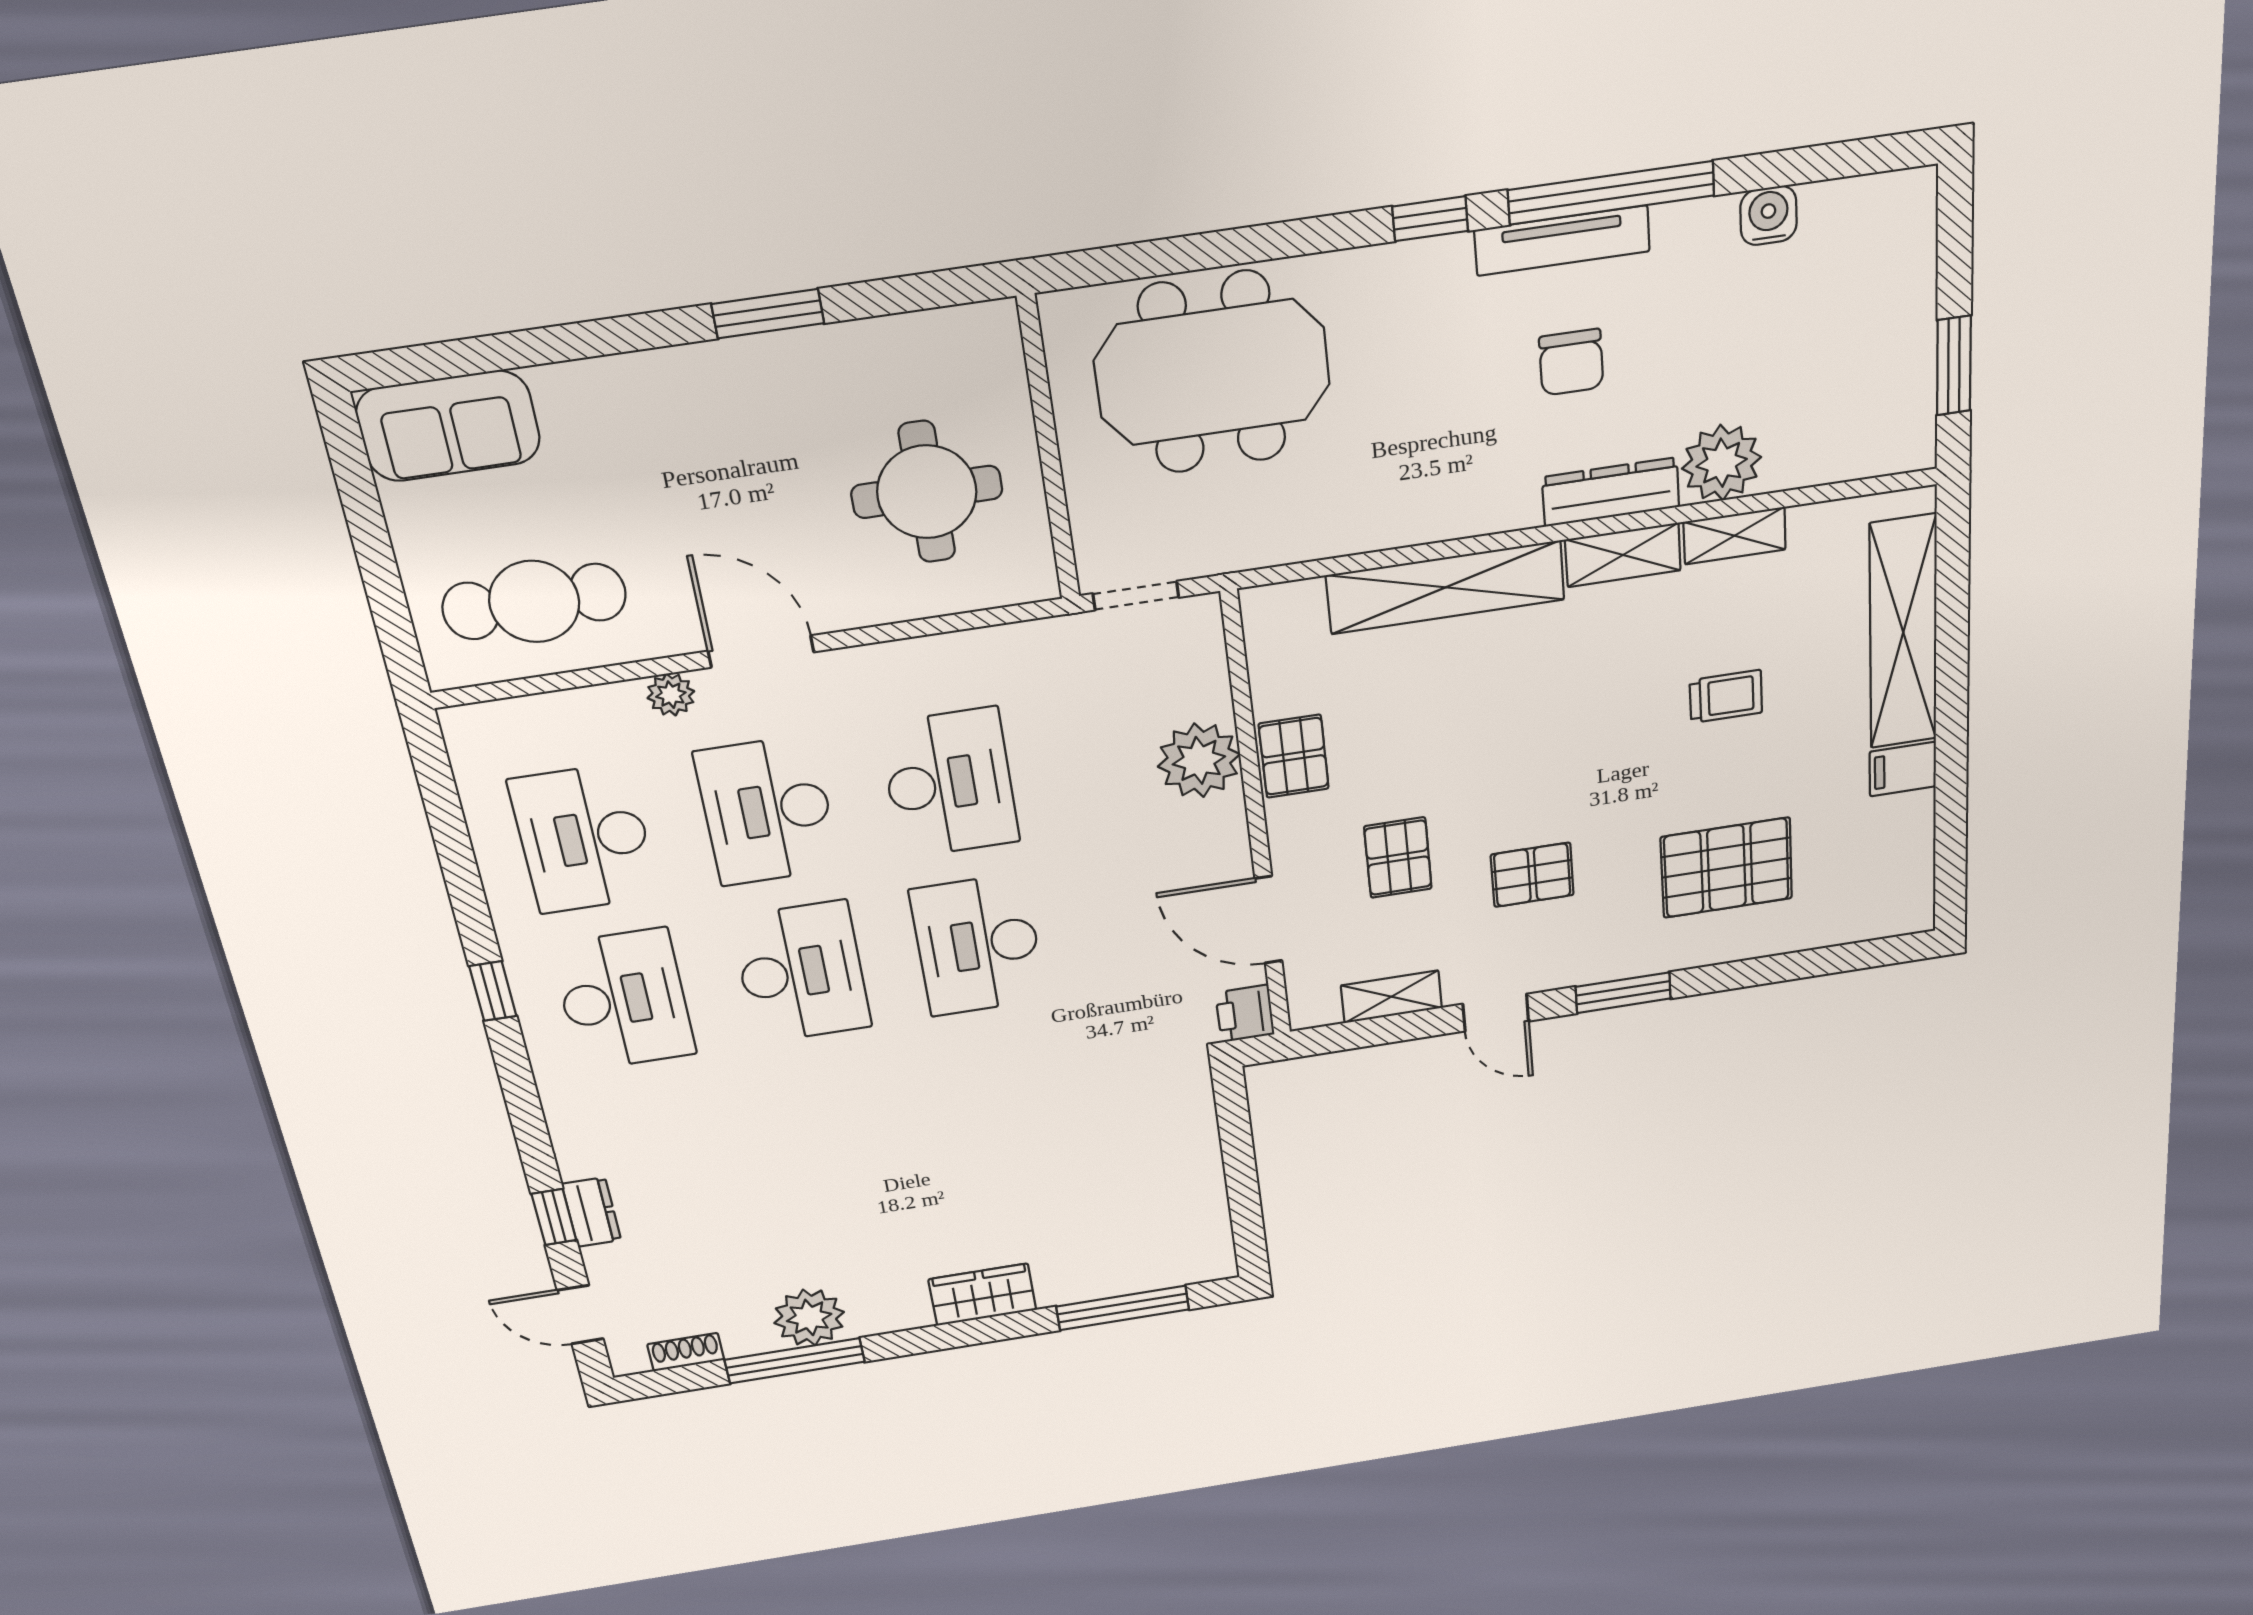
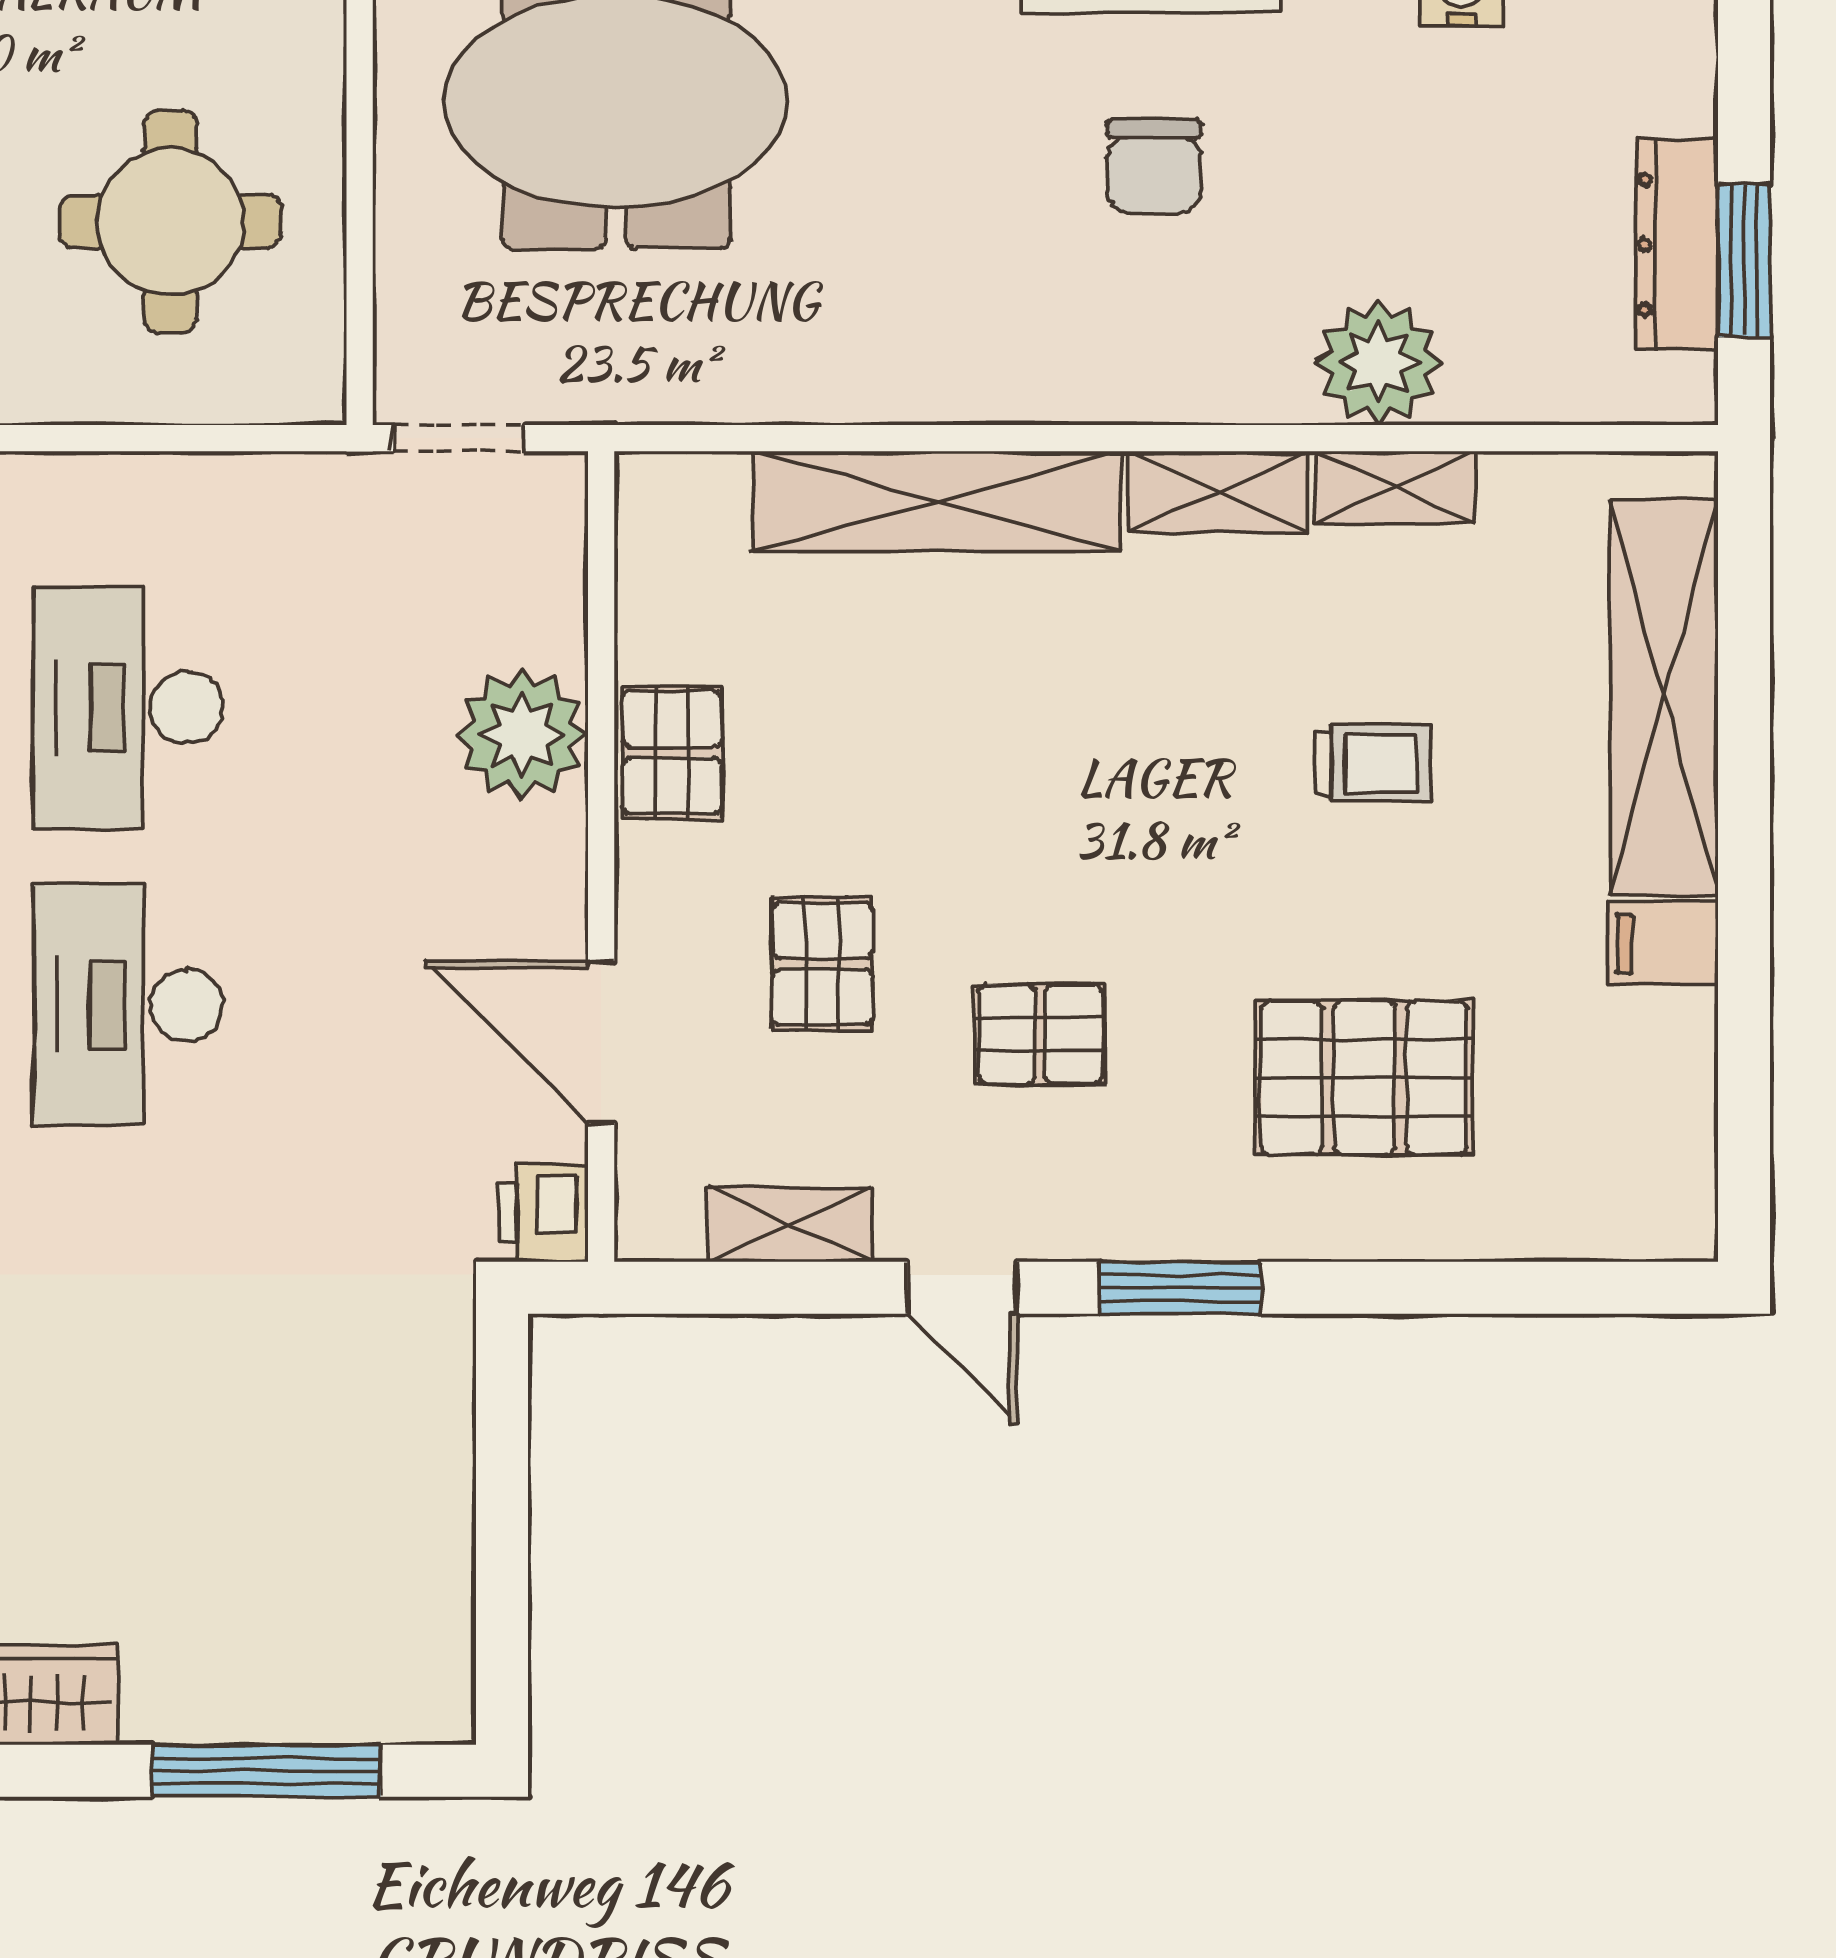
dresser: (1611, 492) -> (1677, 245), moved, turned -90
desk: (949, 783) -> (128, 708), turned 180

